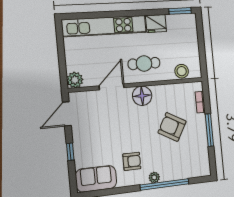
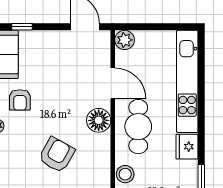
cafe table: (144, 63) -> (138, 127), width x1.37, depth x1.35
window: (70, 152) -> (22, 27), moved

